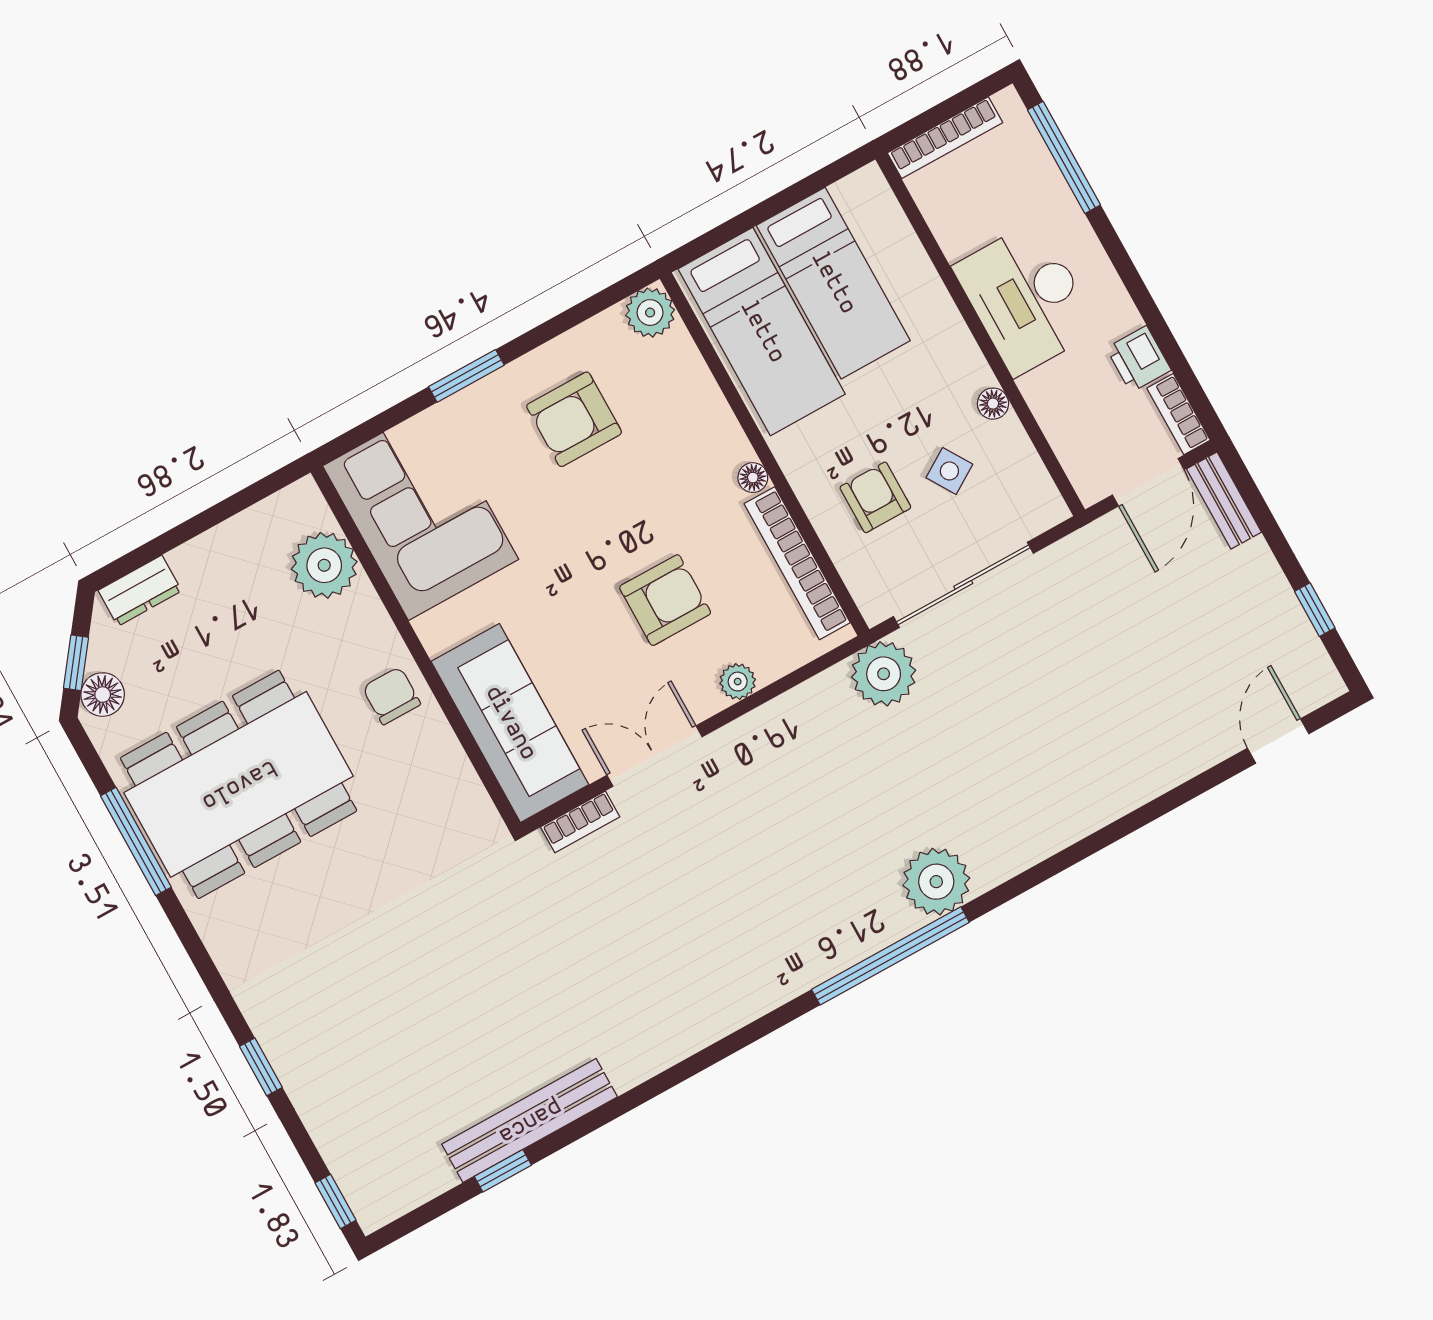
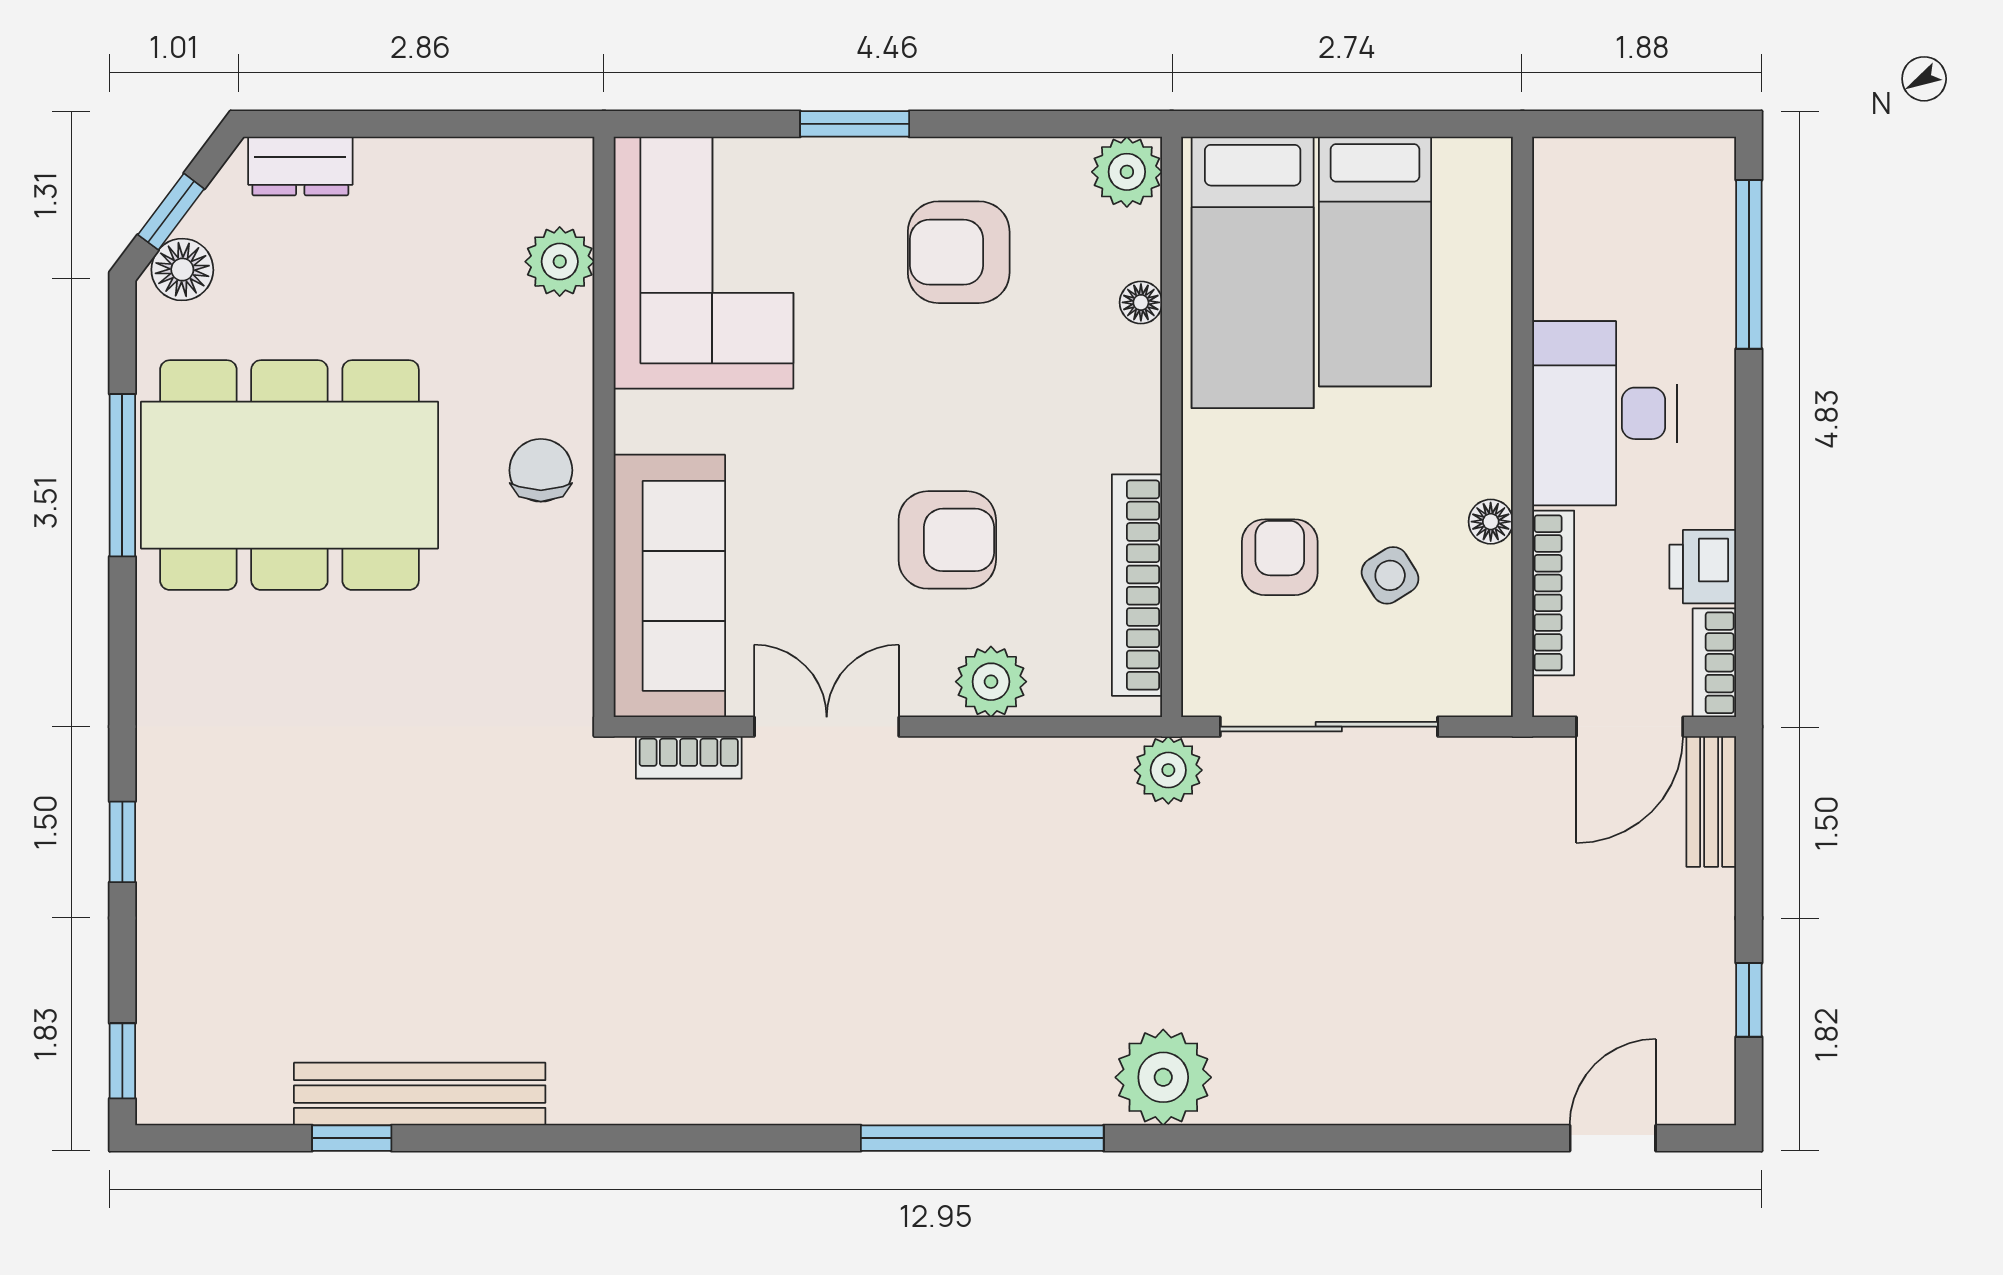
bookcase: (945, 138) -> (1553, 593), moved, turned -90
floor lamp: (753, 478) -> (1141, 302), moved
plant: (324, 565) -> (560, 262), width x0.73, depth x0.73
plant: (884, 674) -> (1168, 770), width x0.73, depth x0.73
plant: (738, 682) -> (991, 682), width x1.38, depth x1.38
plant: (936, 882) -> (1163, 1077), moved

